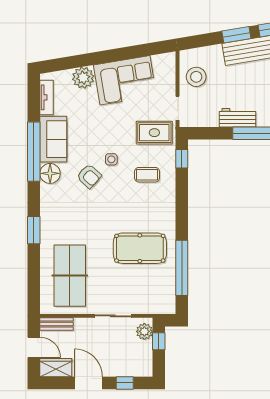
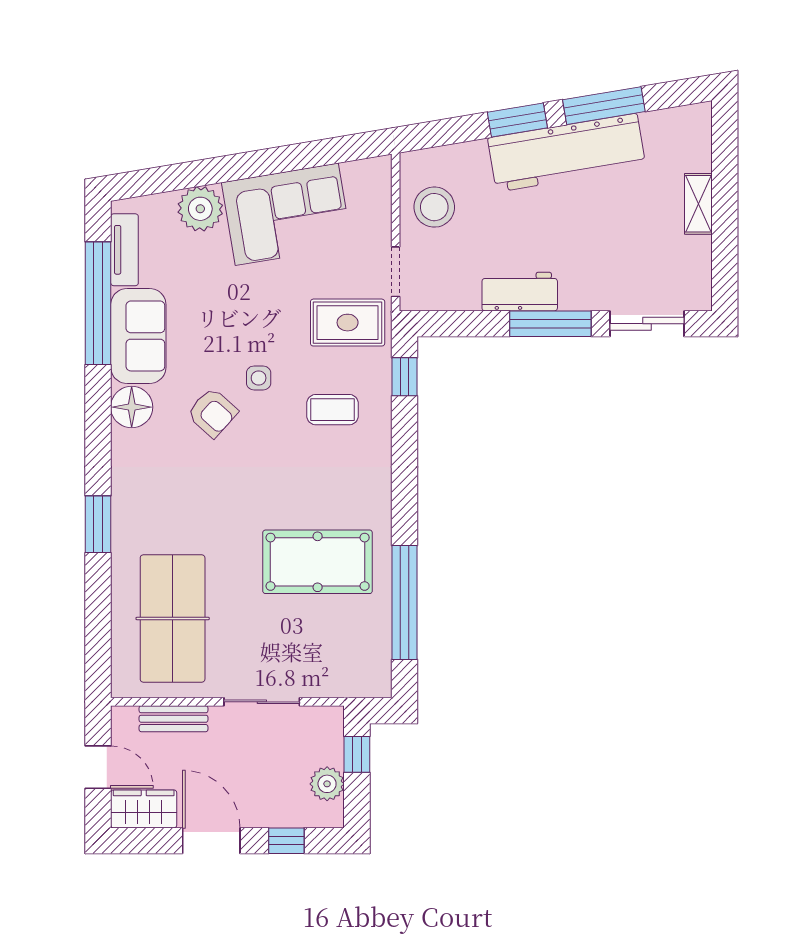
window: (34, 152) -> (98, 303), moved
bench: (56, 324) -> (174, 719), moved
plant: (144, 331) -> (327, 784), moved

